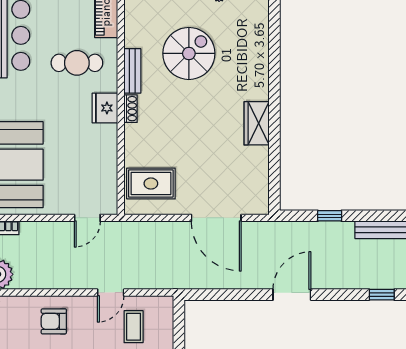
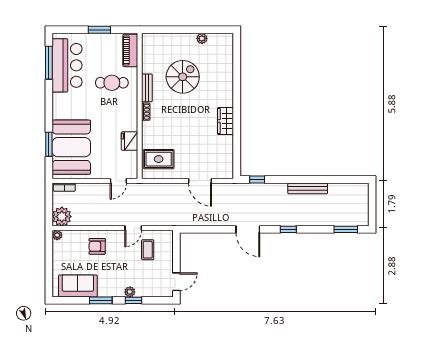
fridge: (105, 108) -> (130, 141), moved
window: (330, 216) -> (257, 180), moved
door: (216, 218) -> (200, 181), width x0.73
door: (292, 295) -> (248, 229), swing flipped
window: (382, 295) -> (288, 229), moved

